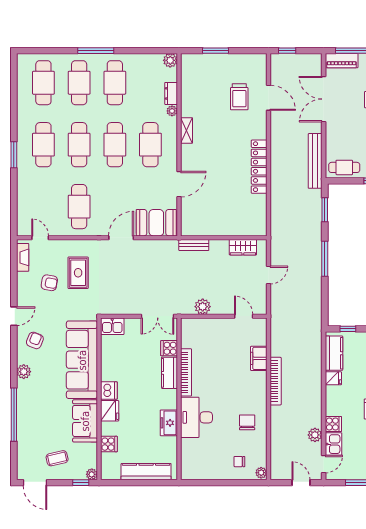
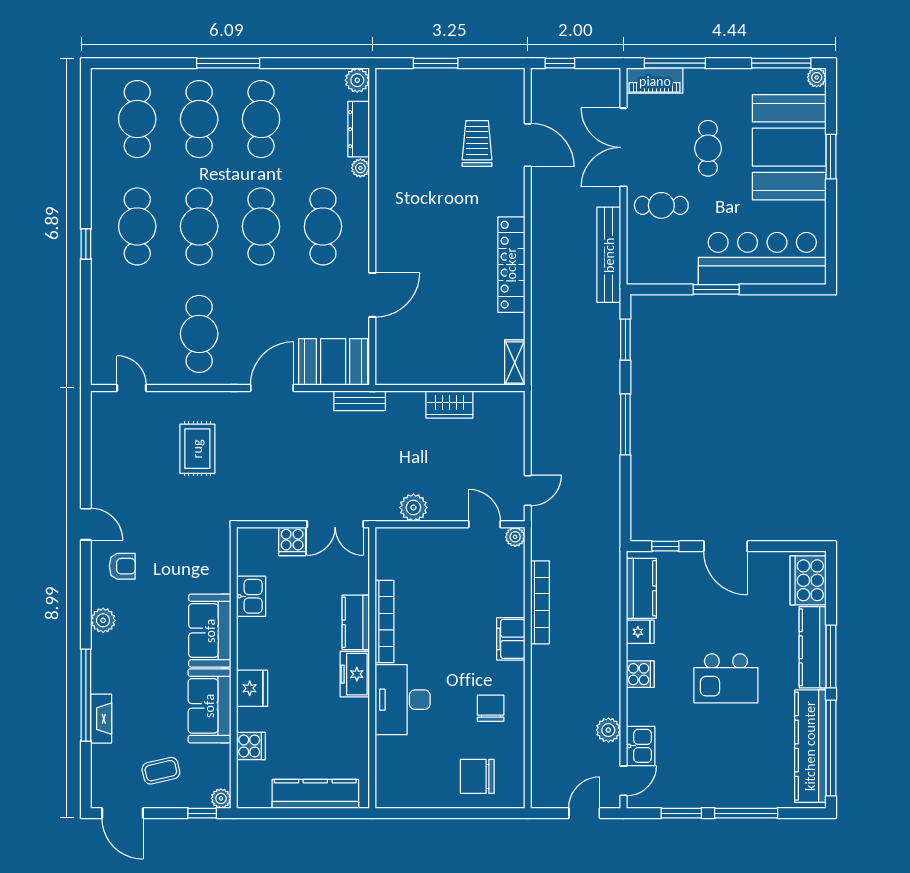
dresser: (171, 93) -> (359, 129), width x1.44
trolley: (239, 97) -> (477, 143), turned 180
shelving: (186, 130) -> (515, 363), moved
window: (14, 155) -> (86, 244), width x0.67
cafe table: (344, 167) -> (661, 205), moved
bench: (194, 245) -> (360, 401), moved
wardrobe: (243, 247) -> (449, 404), moved
fireplace: (23, 257) -> (101, 719), moved
door: (269, 275) -> (528, 490), moved
armchair: (49, 283) -> (147, 466), removed
door: (14, 316) -> (86, 524), hinge flipped
kitchen sink: (112, 326) -> (251, 596), moved, turned -90
armchair: (35, 340) -> (122, 566), turned 68
cooker: (169, 348) -> (292, 541), moved, turned -90
filing cabinet: (259, 358) -> (511, 639), moved
sofa: (82, 360) -> (210, 631), width x0.54, depth x0.79
bookcase: (276, 381) -> (540, 602), moved
dishwasher: (109, 391) -> (251, 653), removed
freezer: (169, 423) -> (355, 674), moved
cooker: (333, 424) -> (640, 674), moved
chair: (239, 462) -> (477, 776), width x1.87, depth x1.87
plant: (261, 473) -> (515, 537), moved
door: (301, 483) -> (584, 813), hinge flipped

